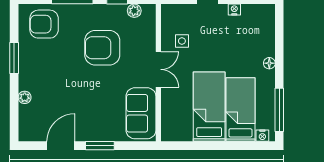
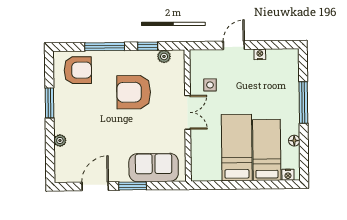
armchair: (44, 24) -> (78, 70), turned 180
floor lamp: (269, 63) -> (294, 141), moved
window: (279, 110) -> (303, 102), moved
sofa: (141, 113) -> (154, 168), moved, turned 90

